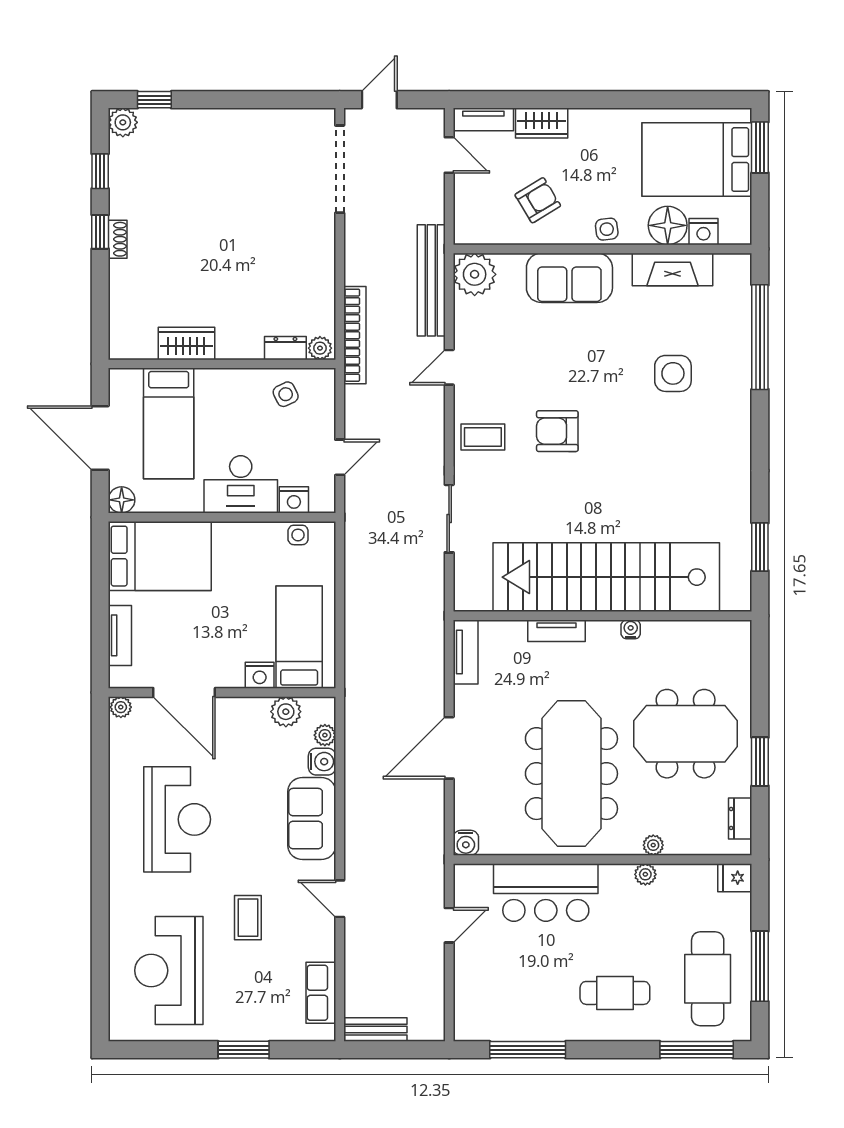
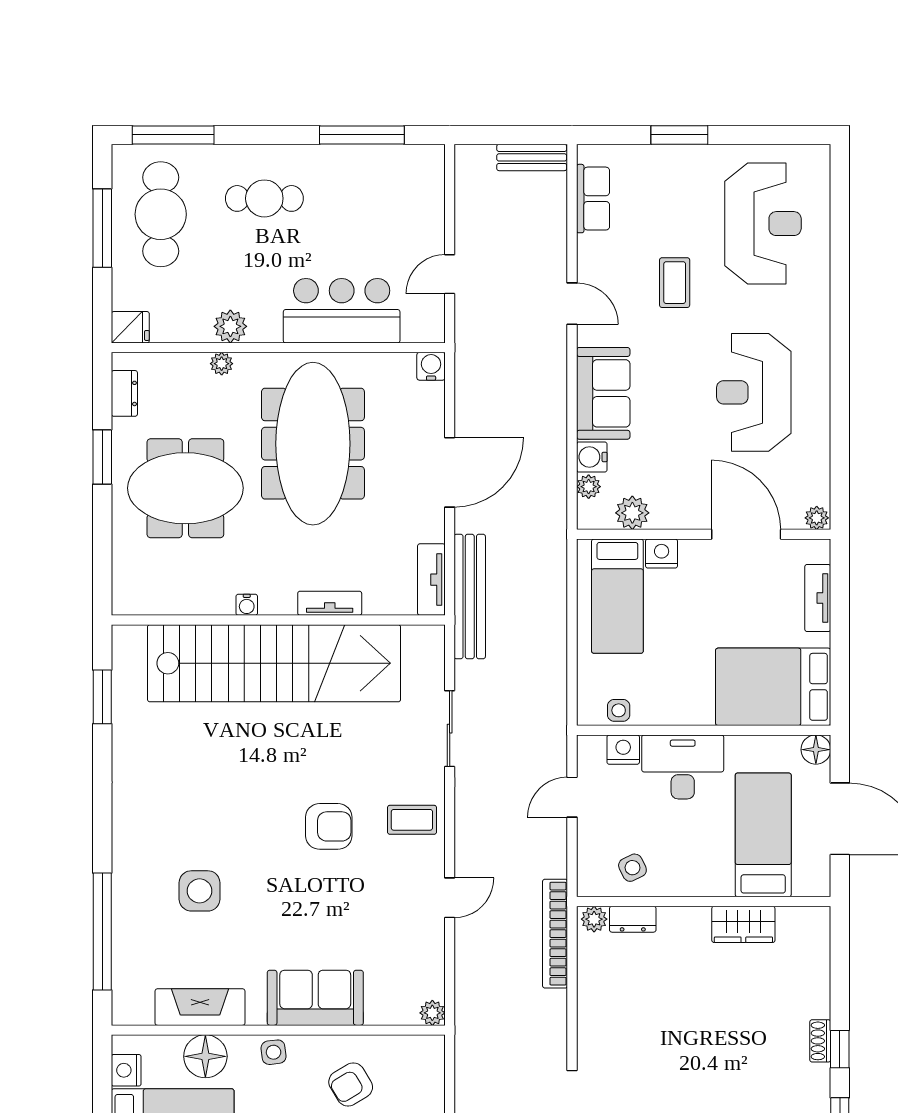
nightstand: (703, 232) -> (126, 1070), moved, turned -90
plant: (475, 274) -> (432, 1013), width x0.53, depth x0.53
bench: (431, 280) -> (470, 596), moved
plant: (645, 874) -> (230, 326), width x1.38, depth x1.38

